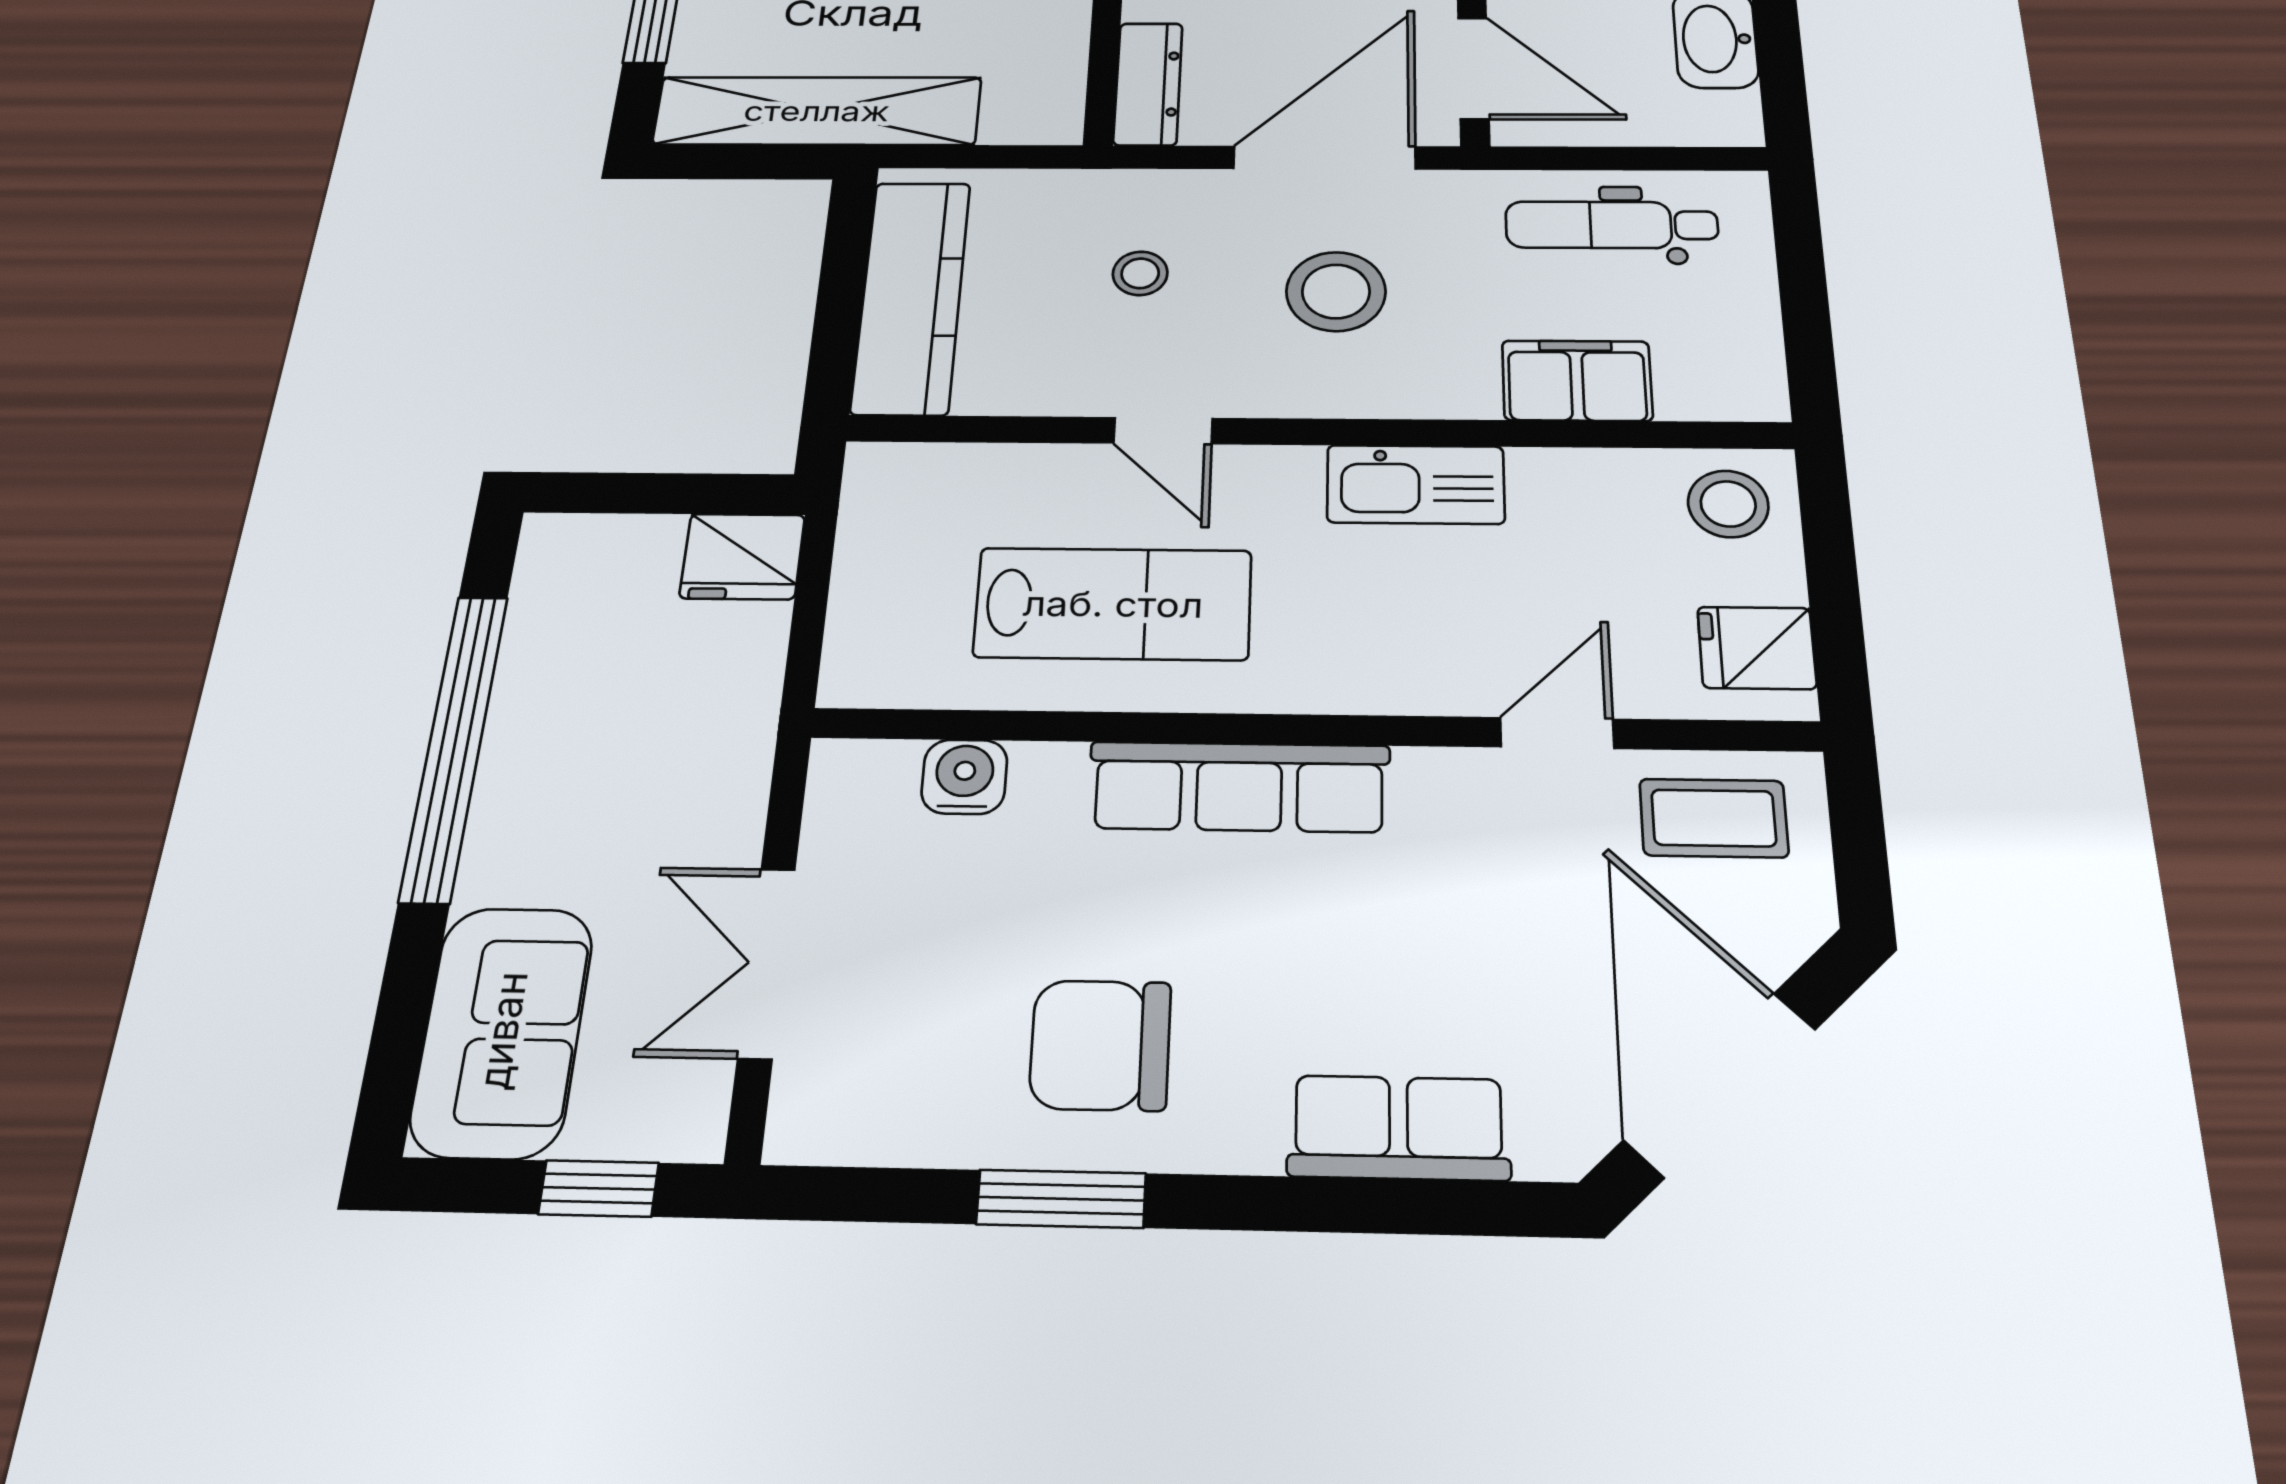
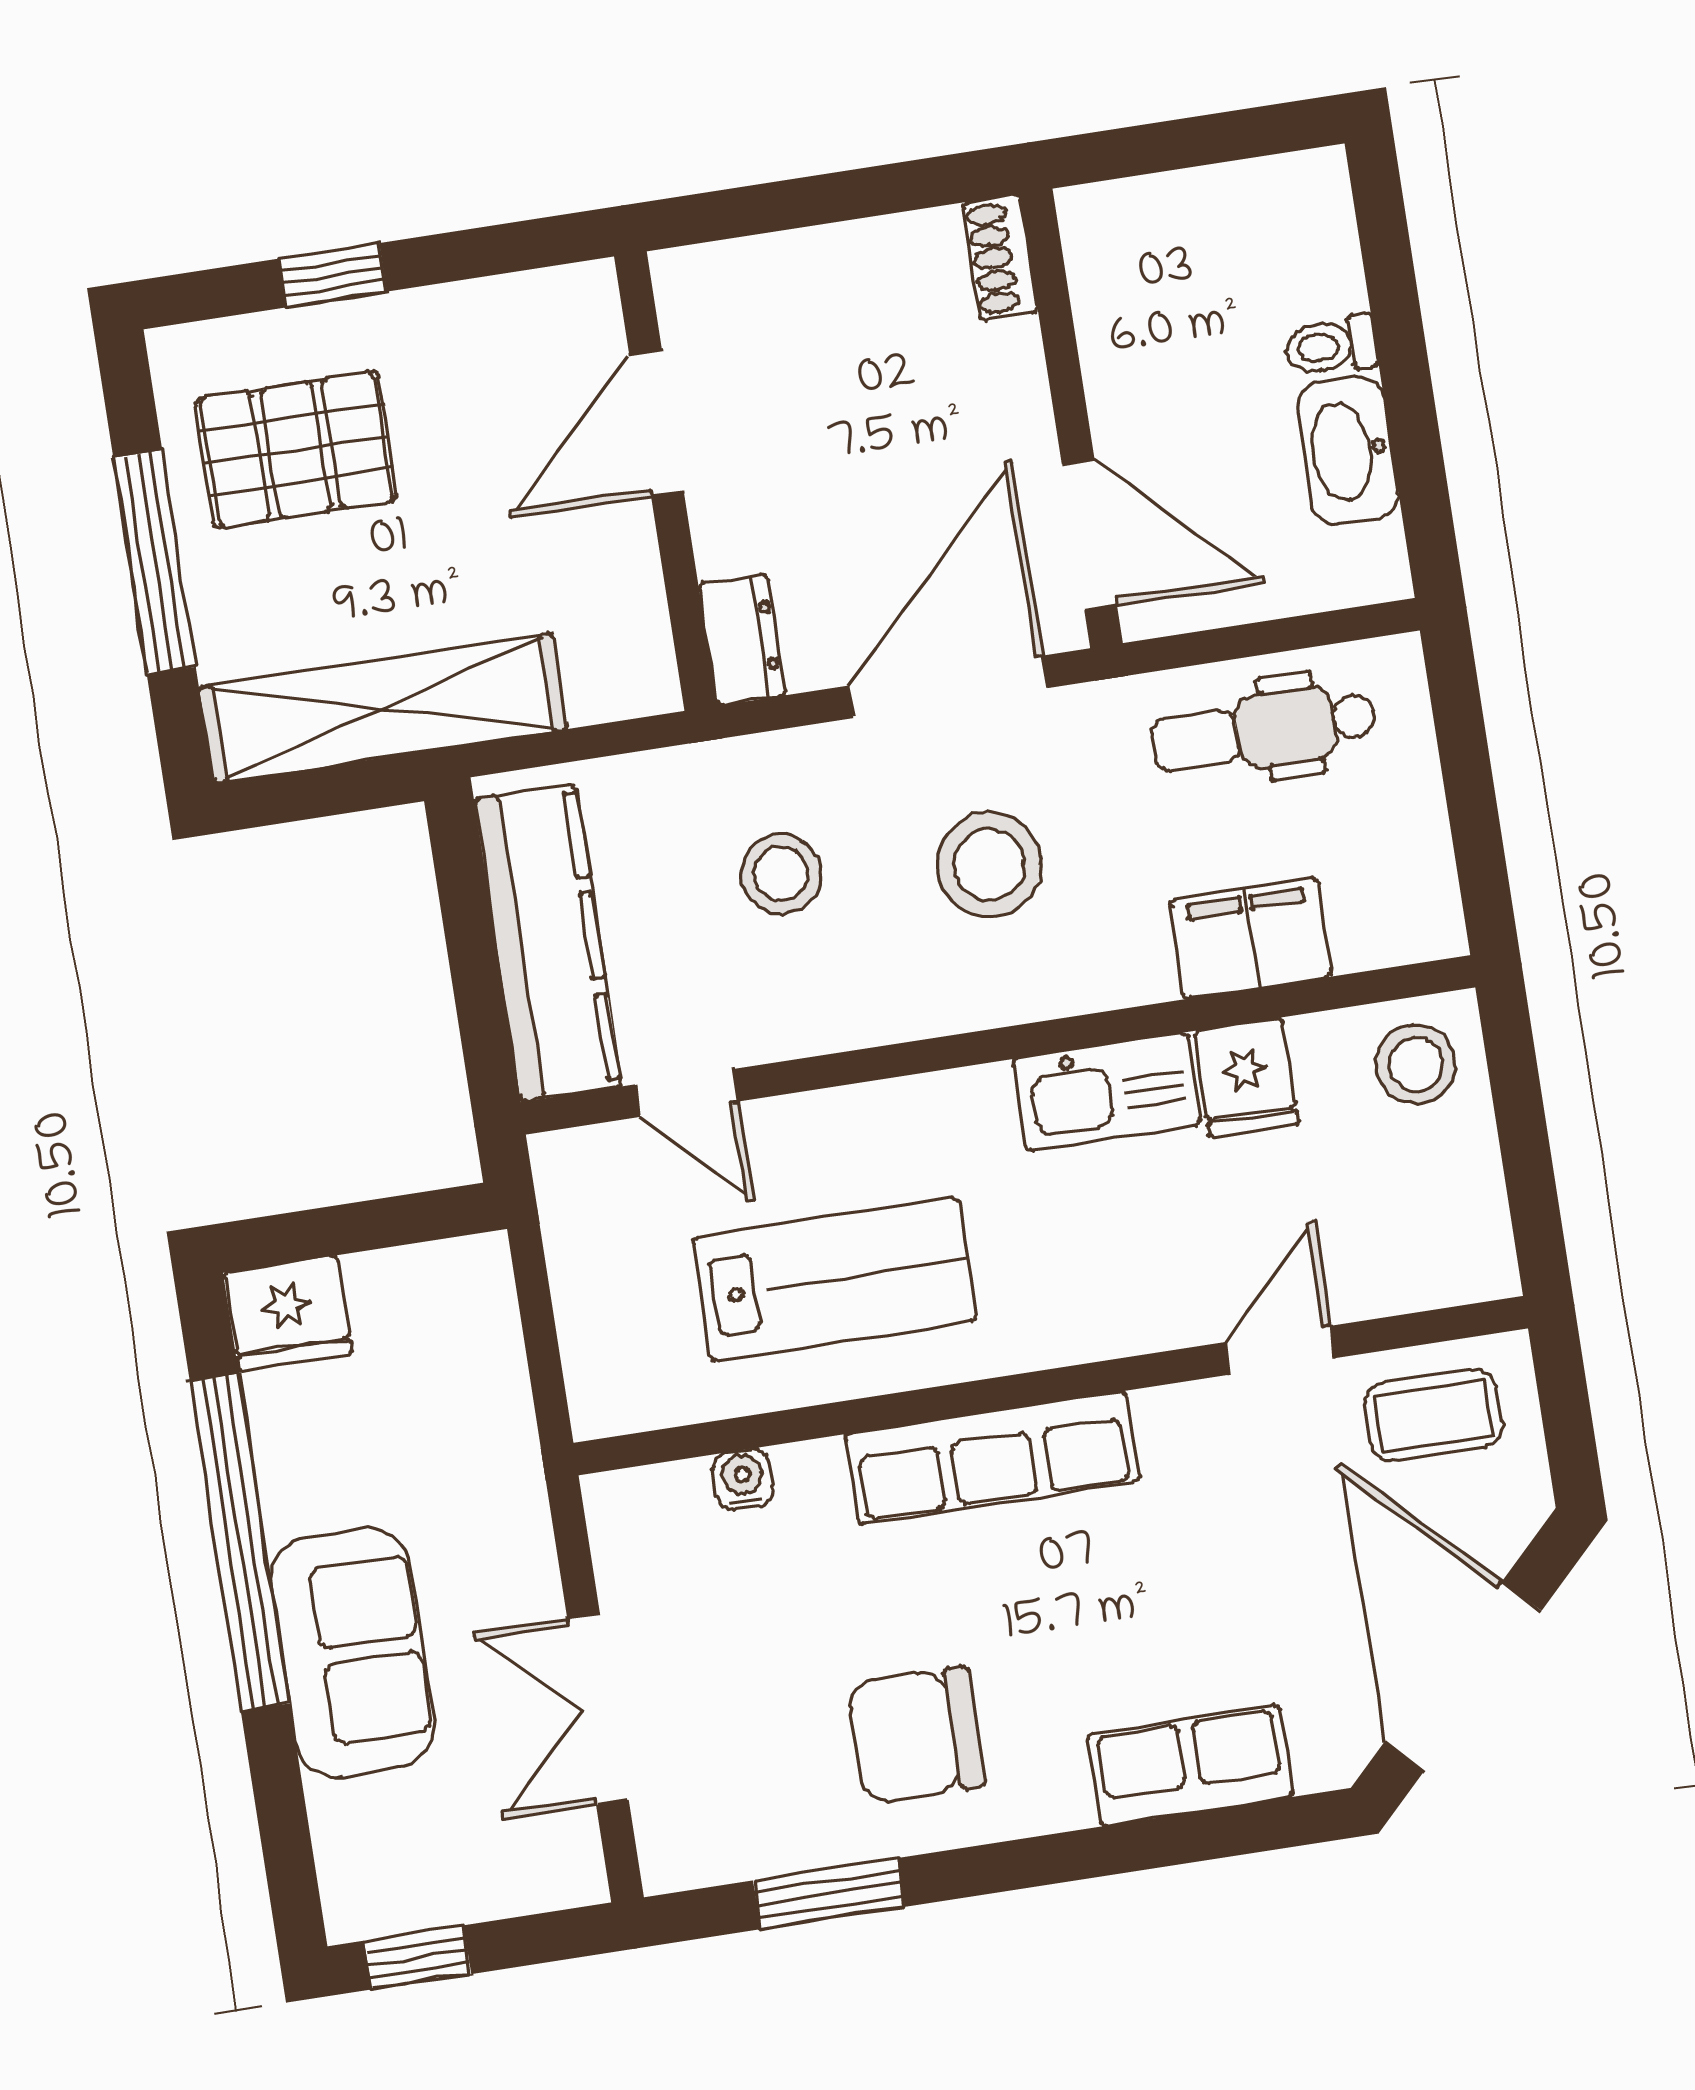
dresser: (1148, 84) -> (742, 640), width x0.70
stool: (1140, 273) -> (781, 874), width x1.37, depth x1.37
door: (1163, 431) -> (687, 1093), moved
fridge: (742, 556) -> (288, 1313), moved
fridge: (1757, 648) -> (1246, 1078), moved, turned -90
water cooler: (964, 777) -> (743, 1479), width x0.72, depth x0.72
sofa: (502, 1031) -> (353, 1653), moved
window: (599, 1188) -> (418, 1957), moved
window: (1061, 1199) -> (829, 1894), moved

